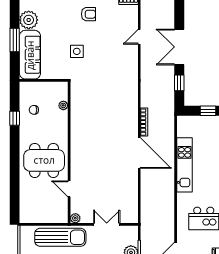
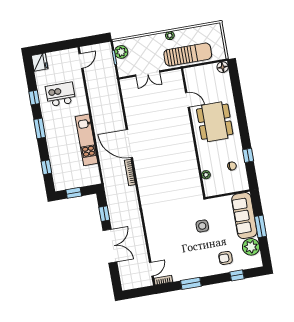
armchair: (88, 14) -> (226, 258), moved
door: (139, 37) -> (151, 269), moved
dining table: (44, 160) -> (215, 122), turned 90
floor lamp: (25, 217) -> (223, 67), added
plant: (75, 218) -> (177, 74), removed
sun lounger: (60, 237) -> (188, 54), turned 180

